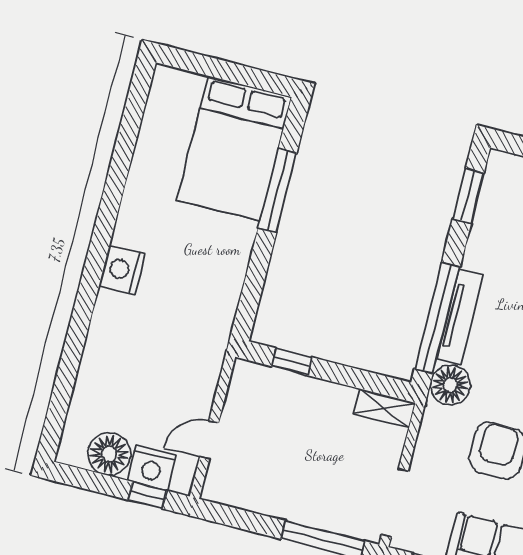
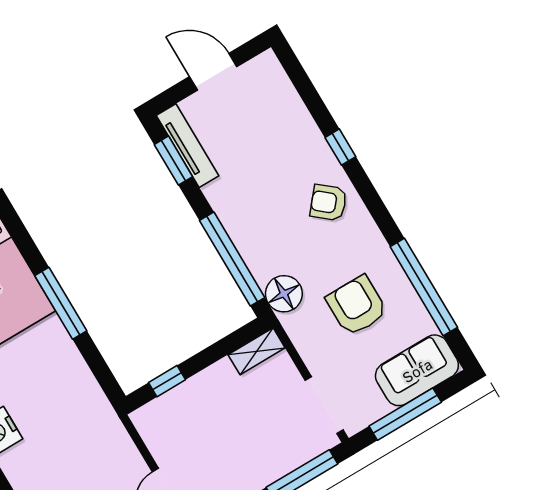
window: (277, 190) -> (61, 303), moved
tv unit: (460, 317) -> (188, 146), moved

